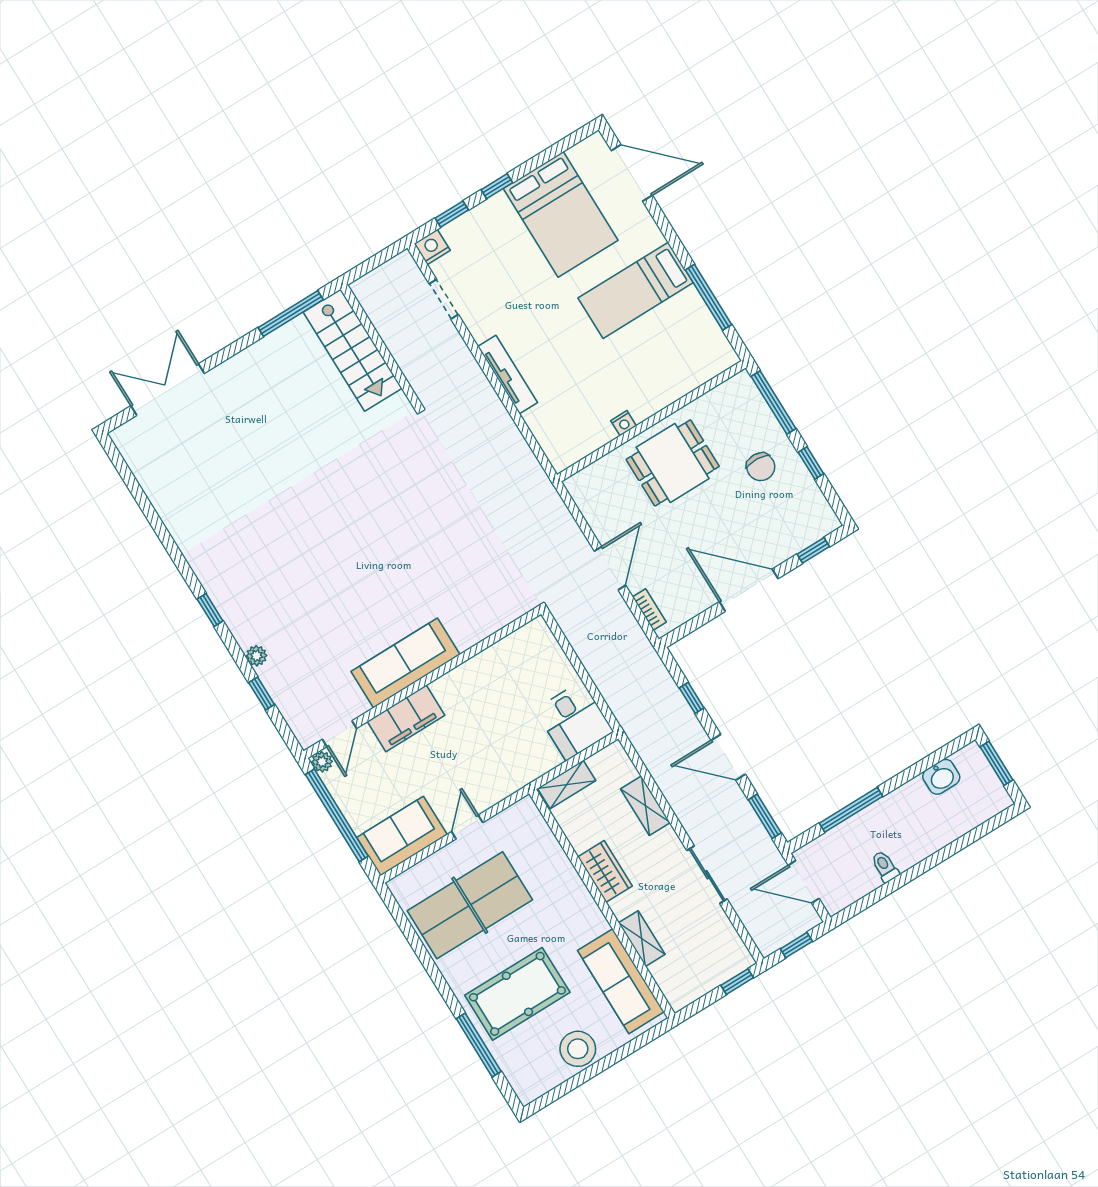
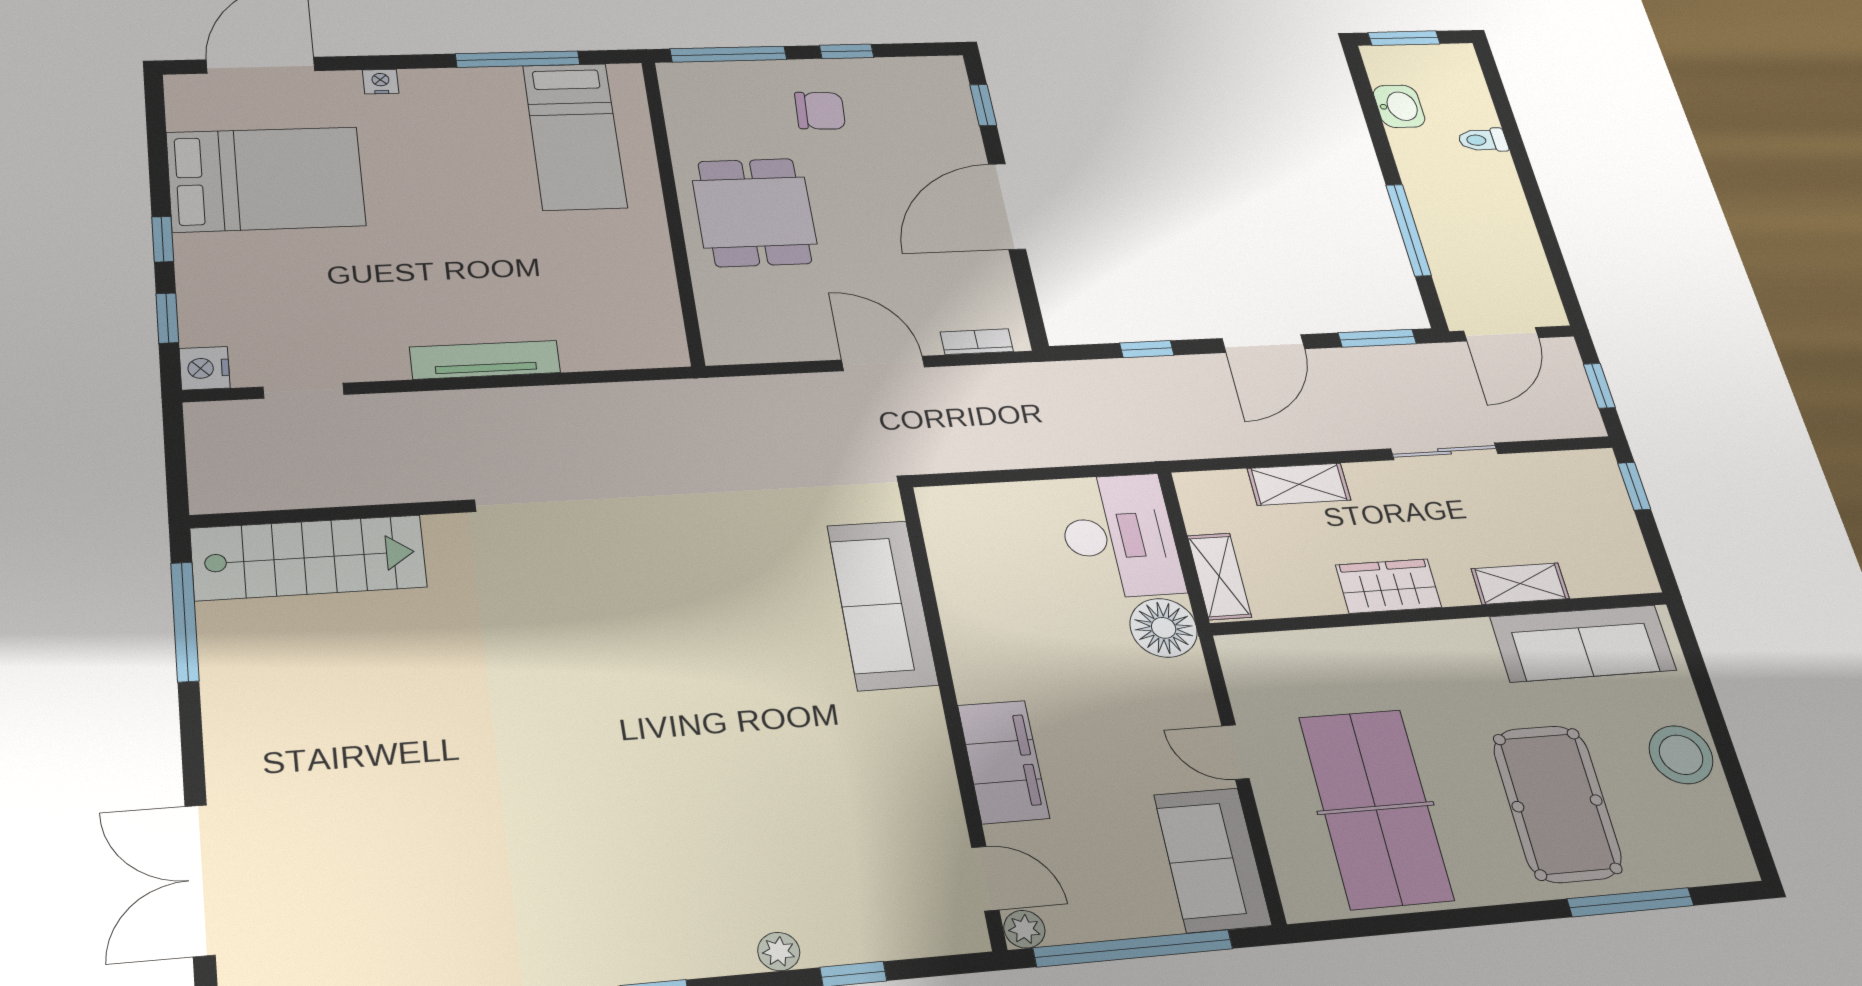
bed: (636, 290) -> (575, 136), moved
nightstand: (624, 423) -> (381, 82), moved, turned -90
sofa: (405, 663) -> (882, 605), moved
desk: (574, 721) -> (1119, 536), width x1.37
floor lamp: (521, 768) -> (1164, 628), added
toilet: (885, 867) -> (1483, 140), moved

